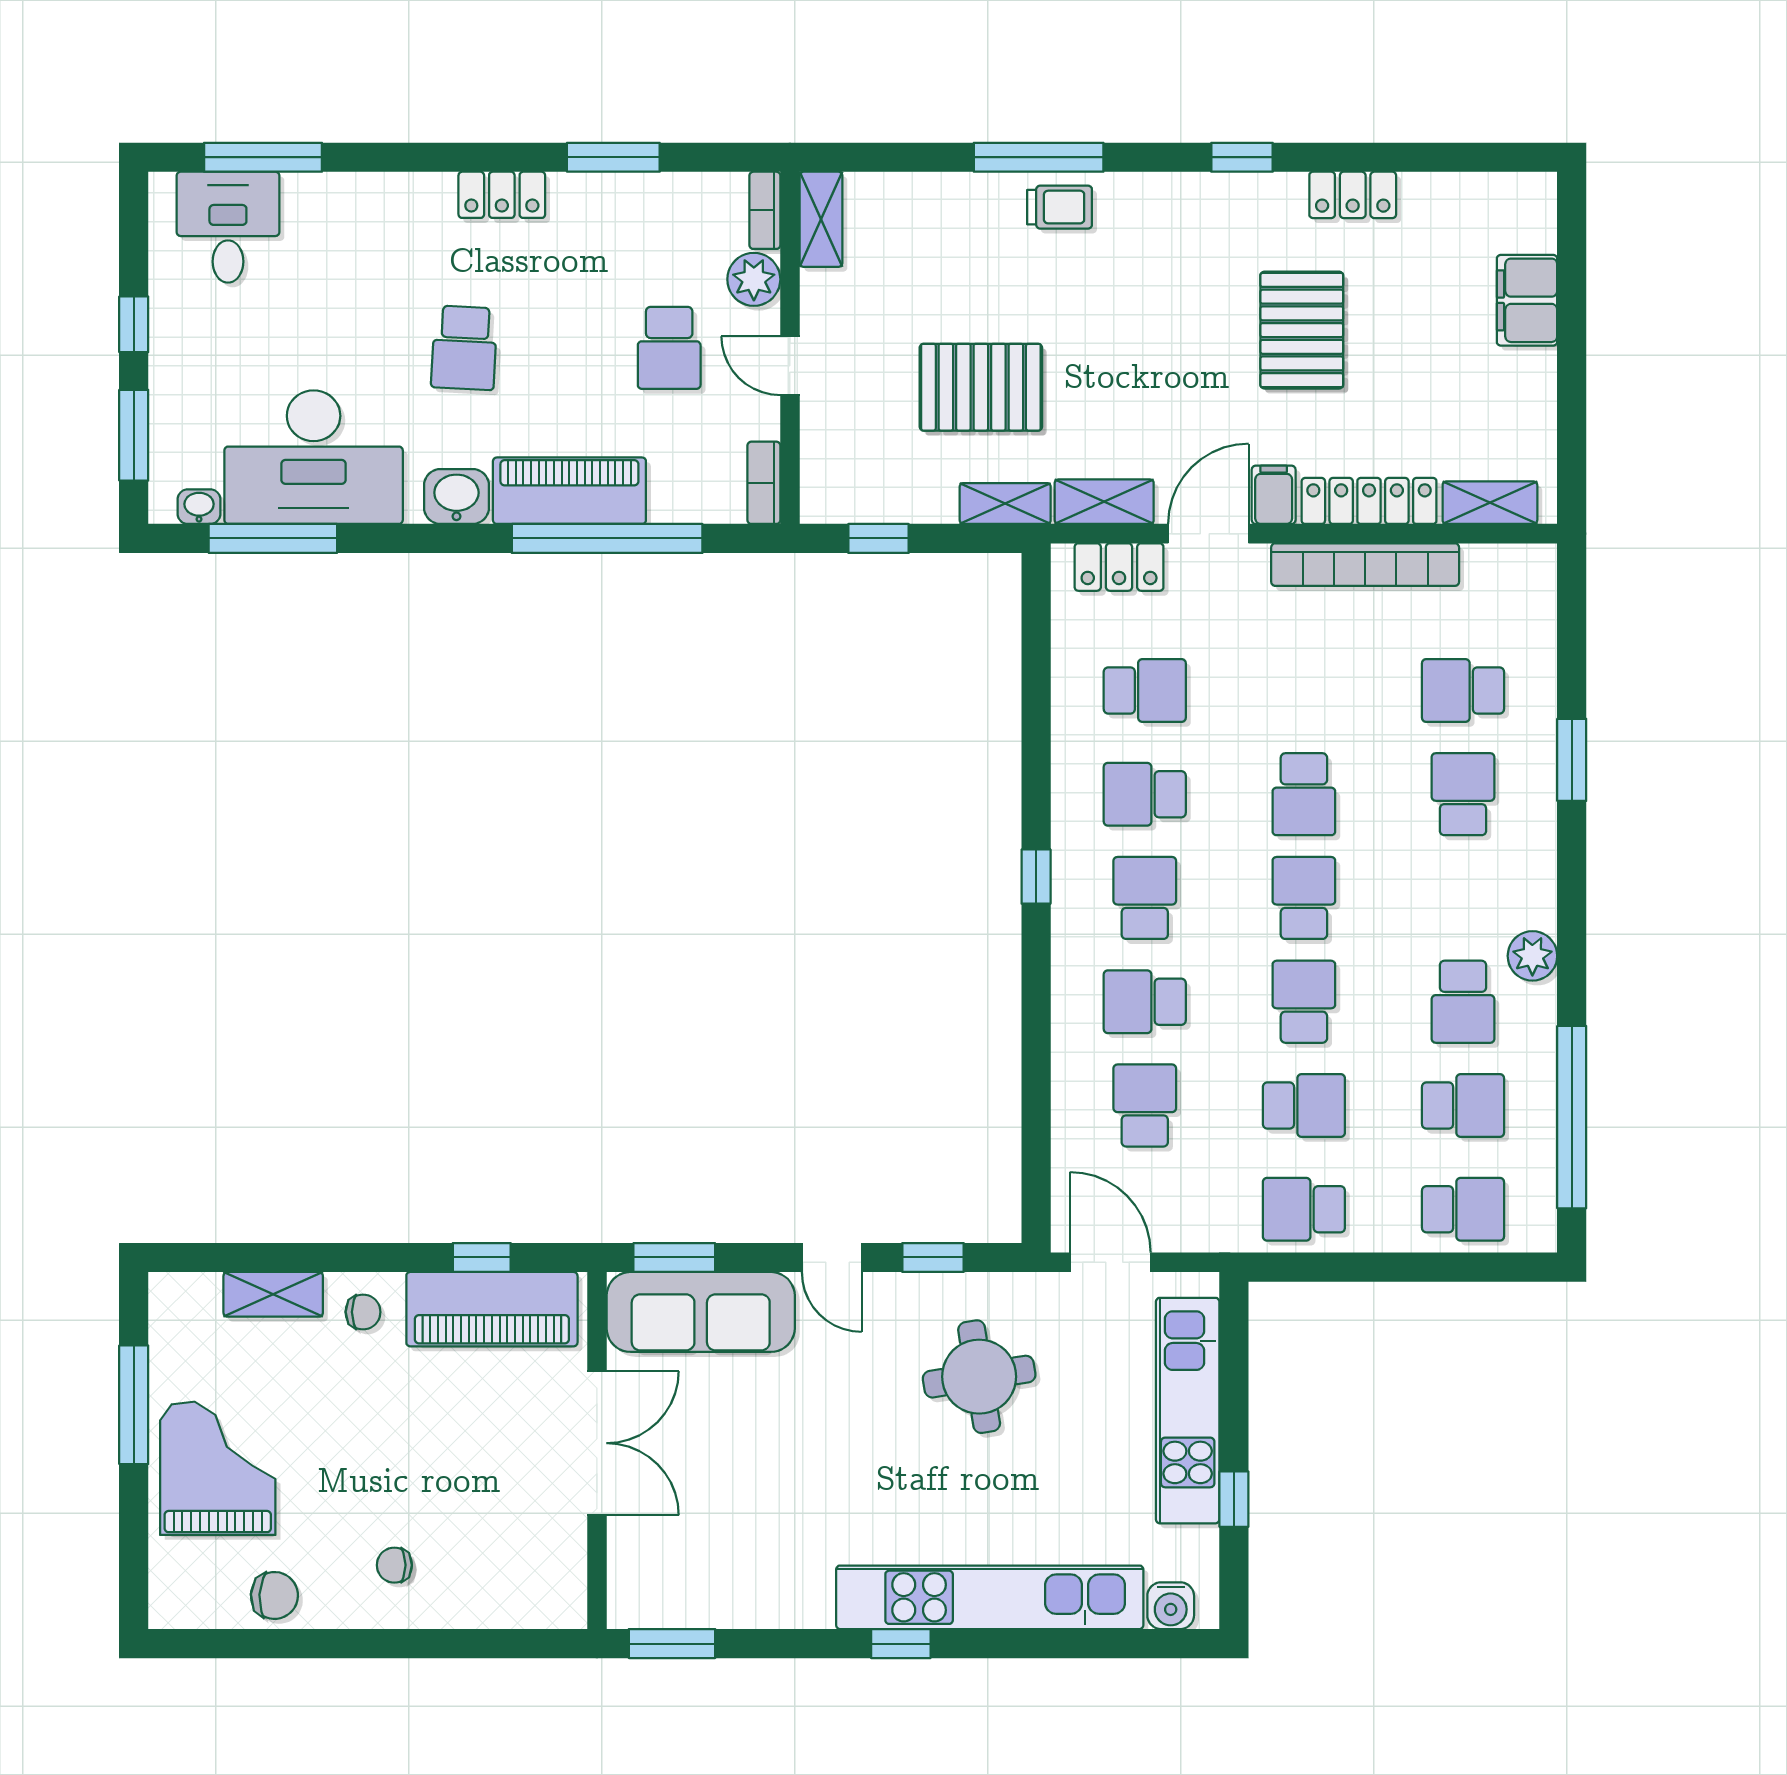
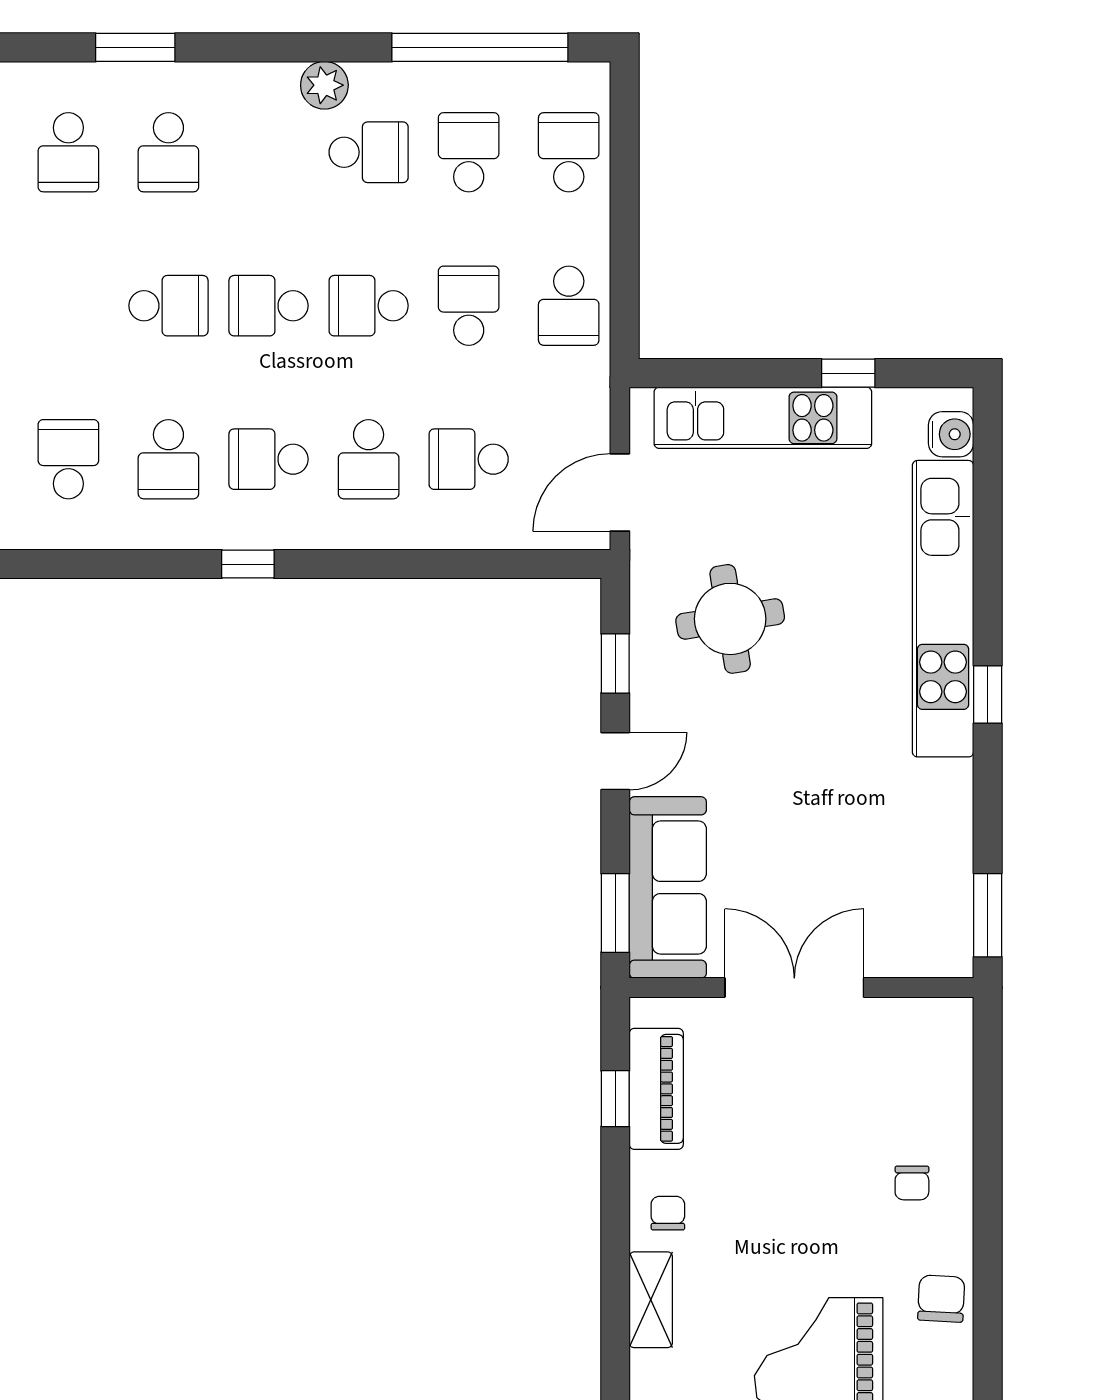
school desk: (1463, 794) -> (168, 152), turned -90
piano: (492, 1309) -> (656, 1089), width x0.73, depth x0.75

